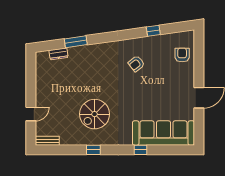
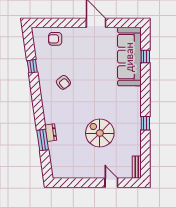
dresser: (58, 54) -> (51, 133), moved
spiral stairs: (95, 114) -> (100, 133), moved, turned 180
window: (141, 150) -> (145, 57), moved

